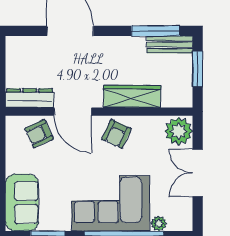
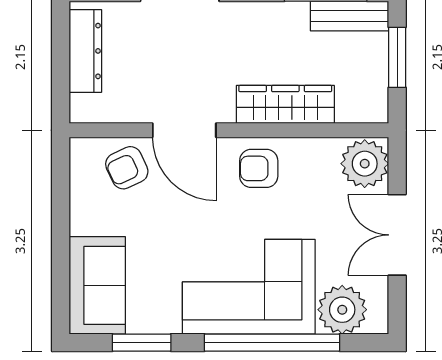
dresser: (30, 98) -> (85, 51), moved, turned 90
armchair: (116, 134) -> (259, 168), turned 65
plant: (159, 223) -> (342, 310), width x1.87, depth x1.87

